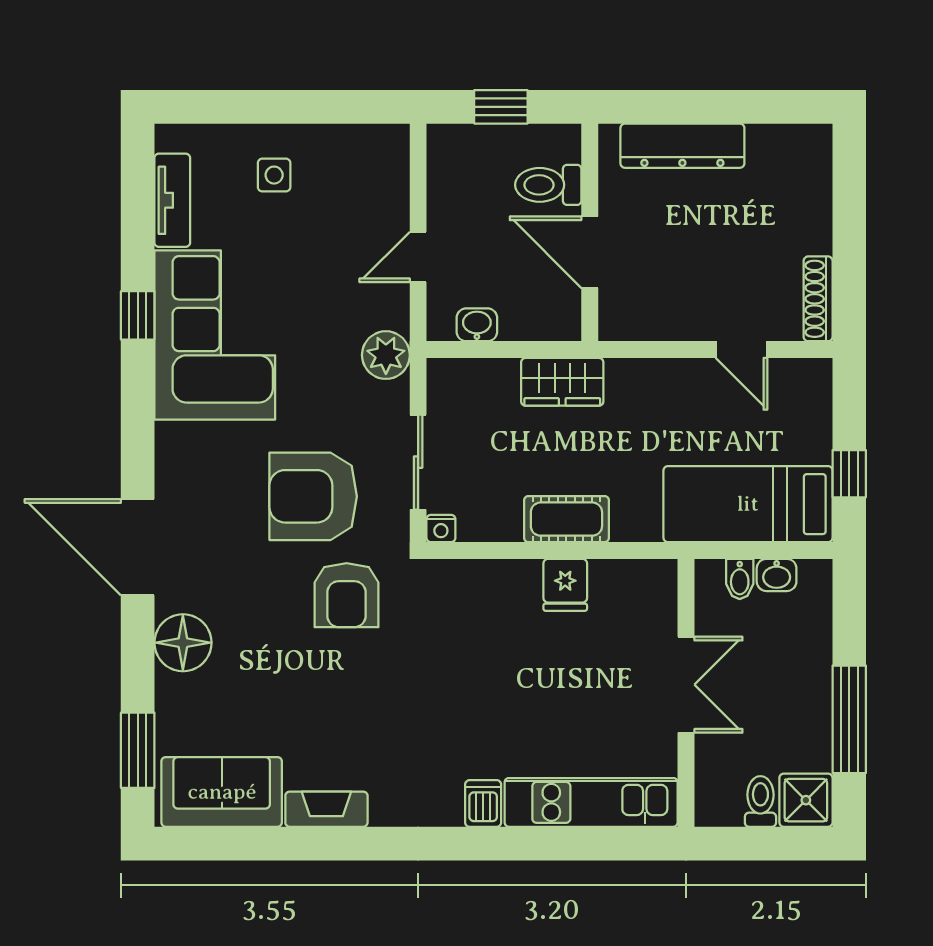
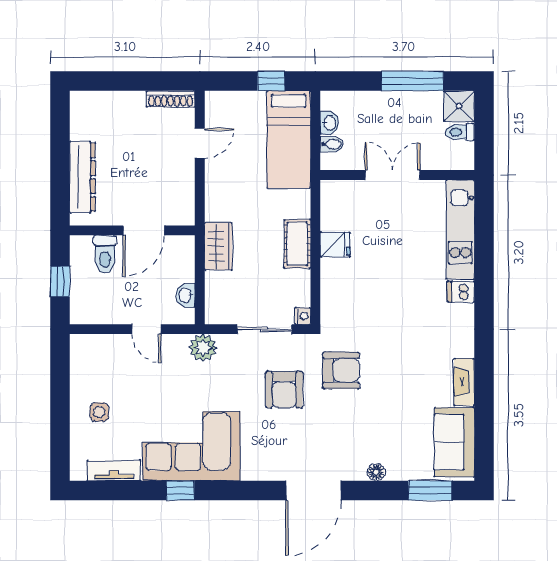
armchair: (313, 496) -> (284, 390), width x0.73, depth x0.73
floor lamp: (183, 643) -> (376, 472), width x0.53, depth x0.53

